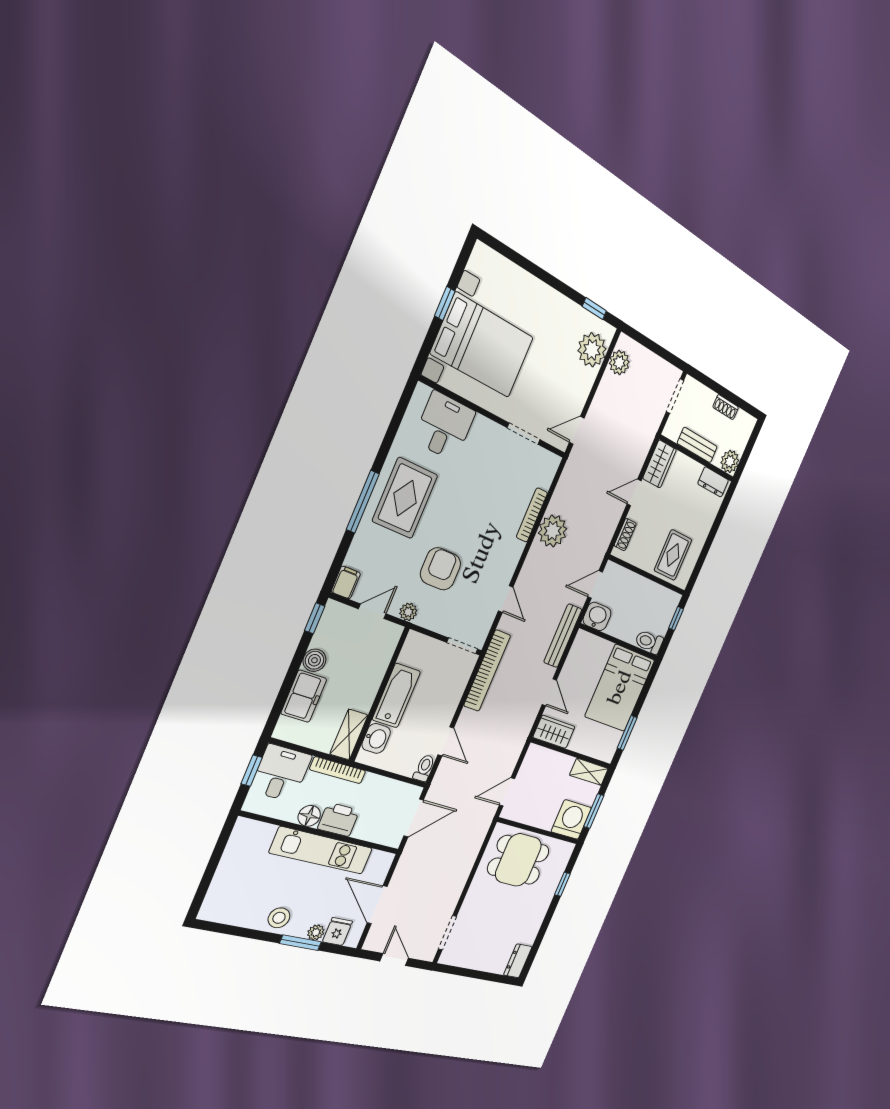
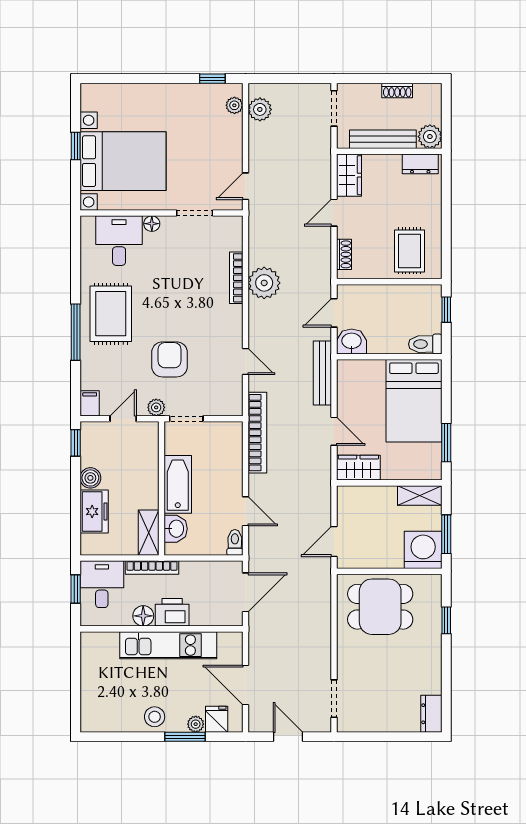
plant: (592, 350) -> (234, 105), width x0.53, depth x0.53
floor lamp: (482, 424) -> (152, 224), added
bench: (697, 445) -> (383, 139), width x1.36
doorway: (462, 646) -> (186, 419), moved

